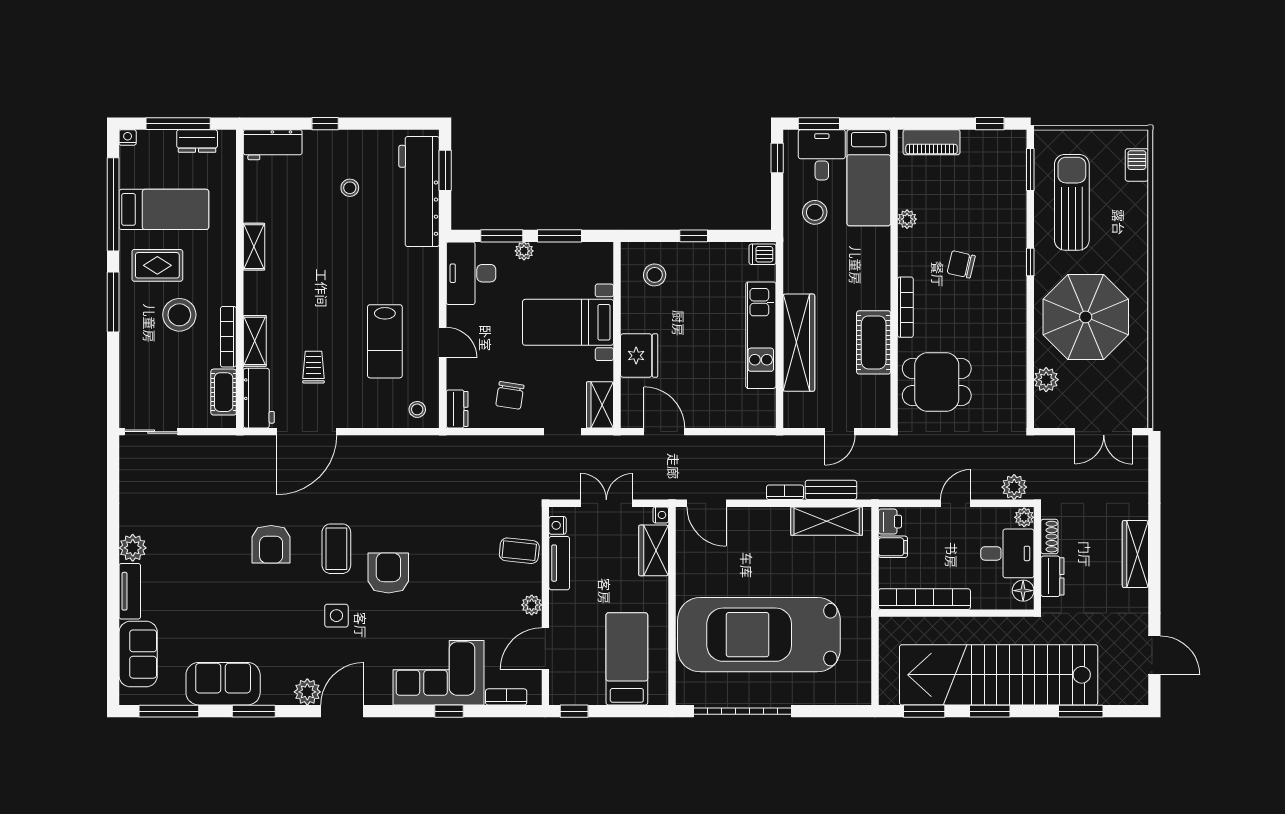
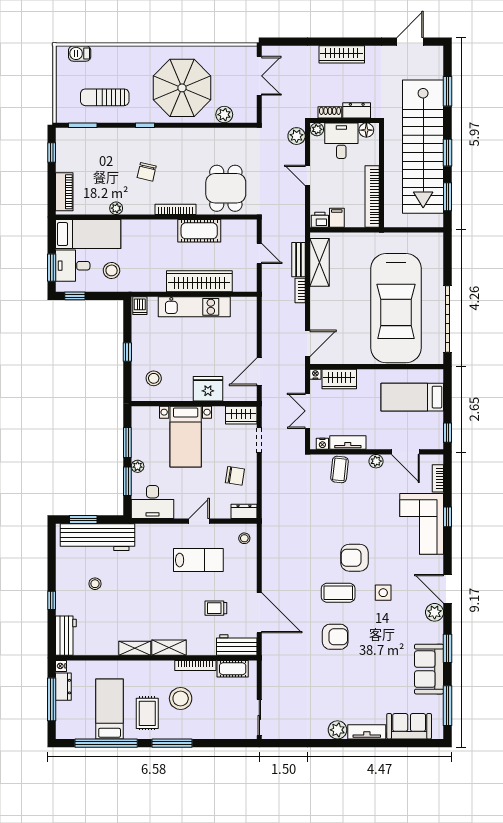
nightstand: (128, 137) -> (61, 666), moved
sun lounger: (1072, 202) -> (105, 97), width x0.73, depth x0.75
shelving: (255, 341) -> (169, 648), moved

